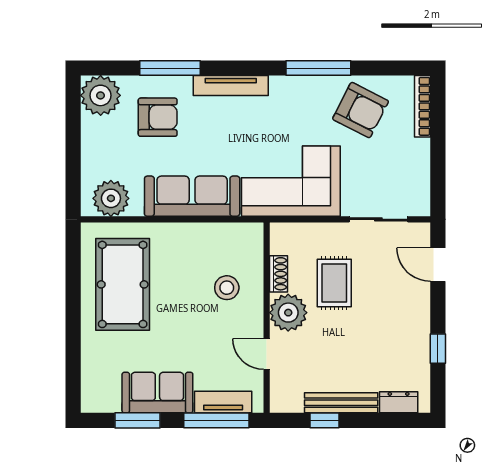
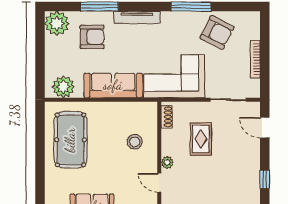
bookcase: (423, 106) -> (255, 59), moved
shoe rack: (279, 274) -> (167, 117), moved
plant: (288, 313) -> (167, 163), width x0.53, depth x0.53

